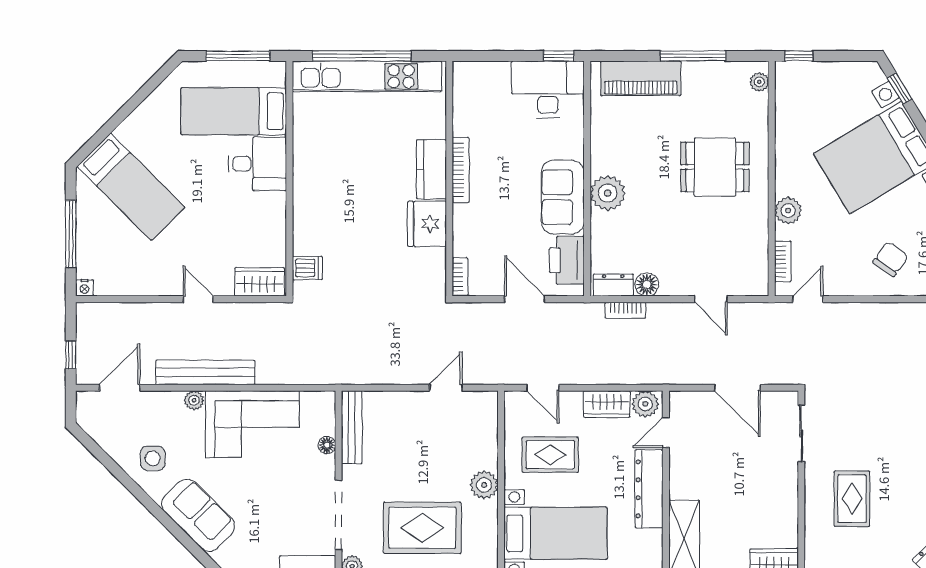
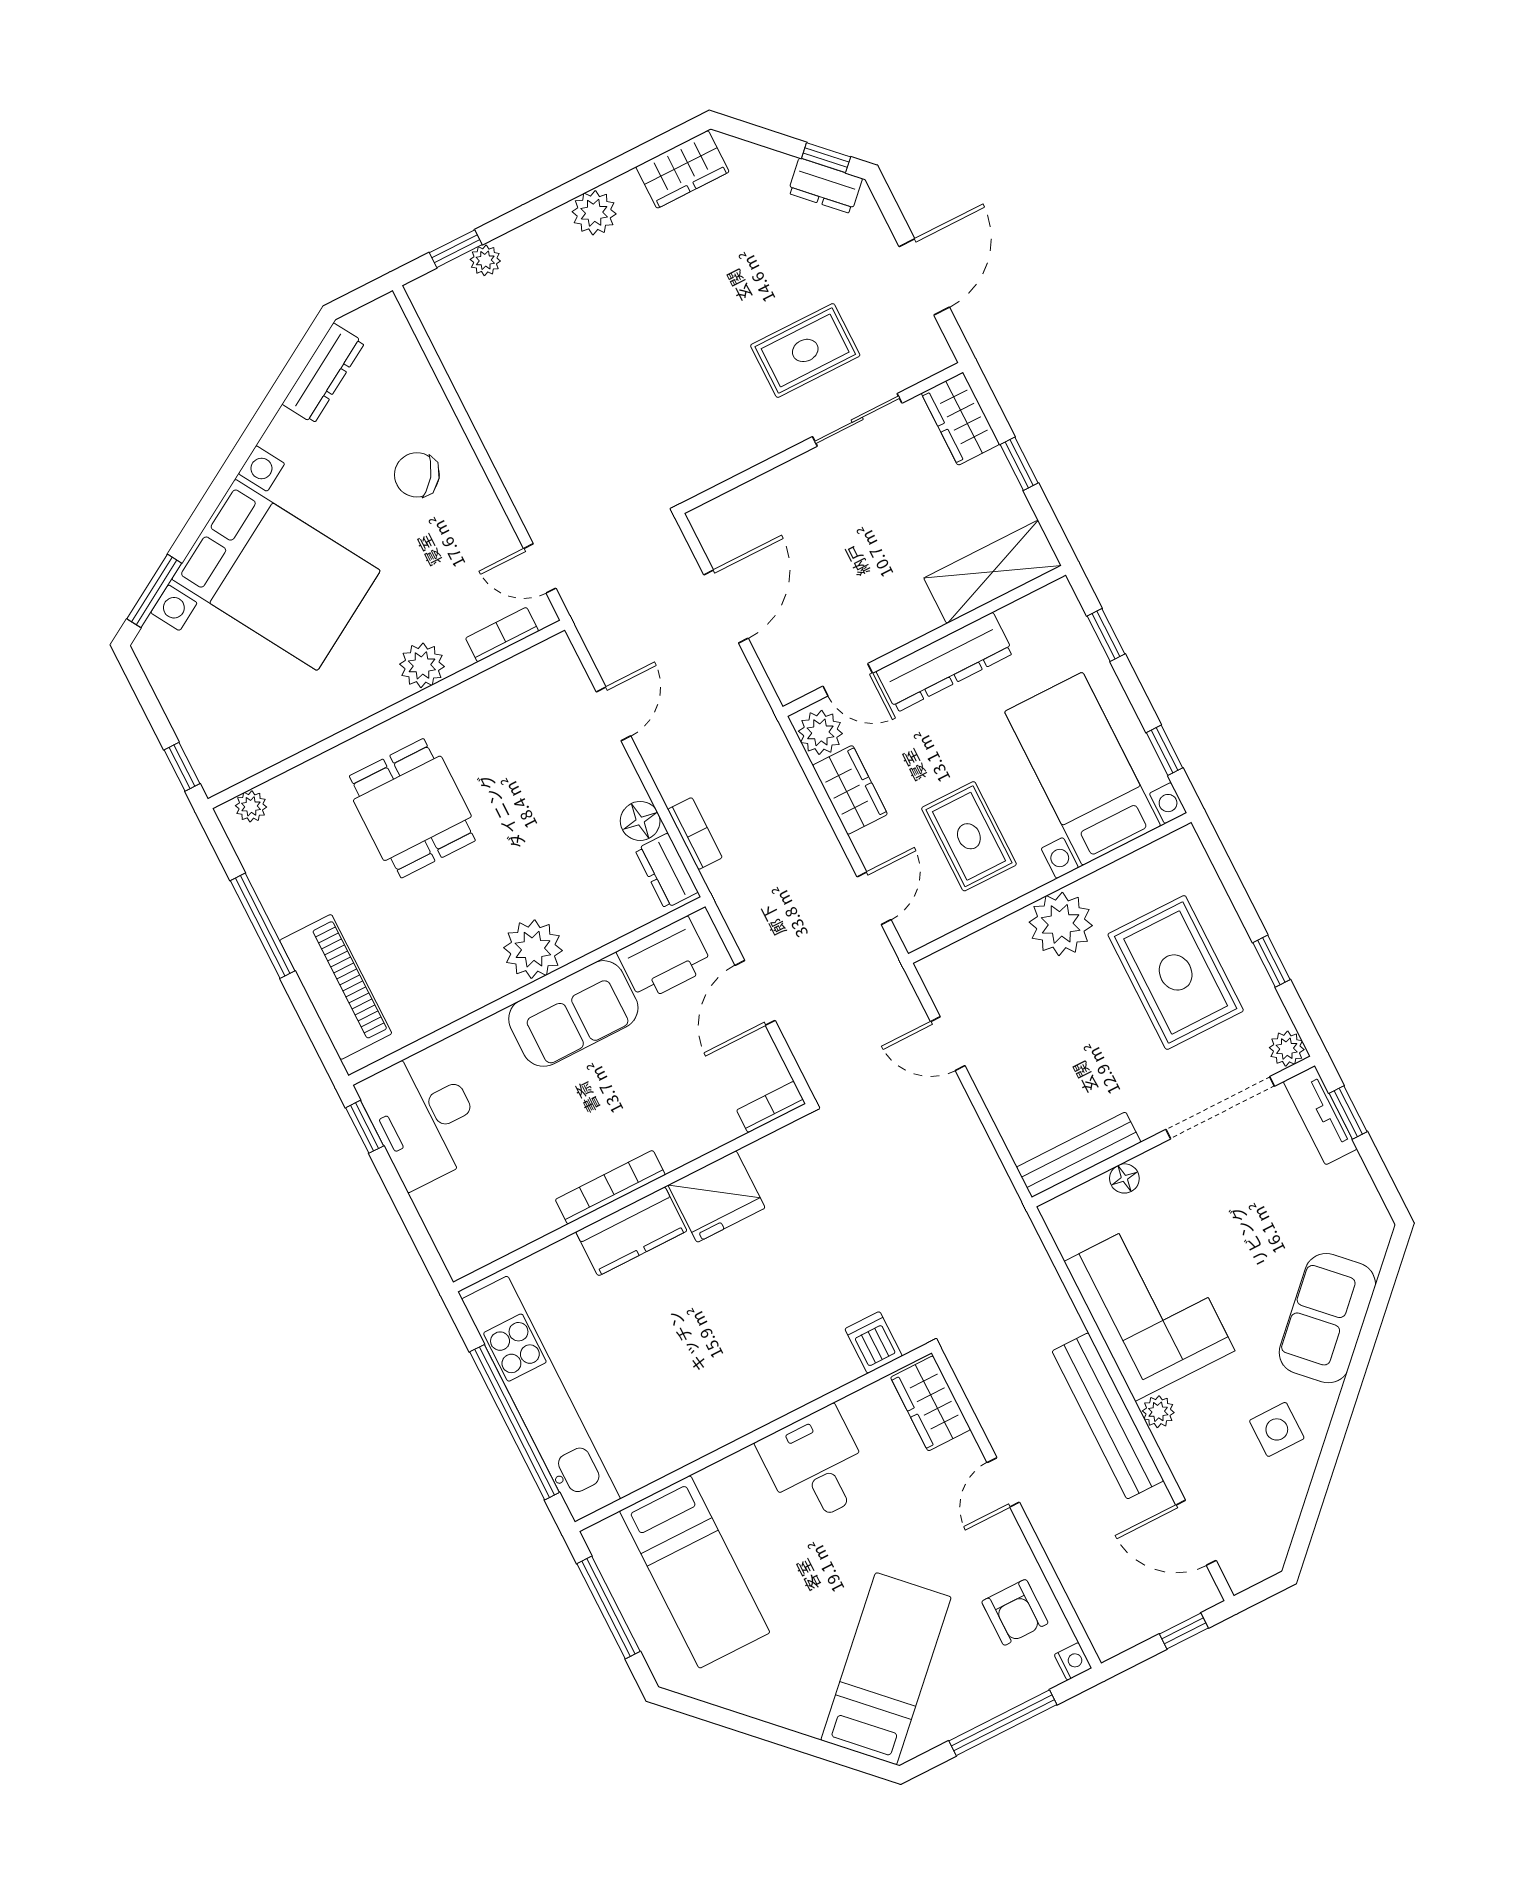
window: (900, 89) -> (154, 591), width x1.50
desk: (257, 164) -> (816, 1466), moved
armchair: (126, 270) -> (1015, 1612), added
sliding door: (801, 433) -> (857, 420), moved
plant: (484, 485) -> (1061, 924), width x1.36, depth x1.36

